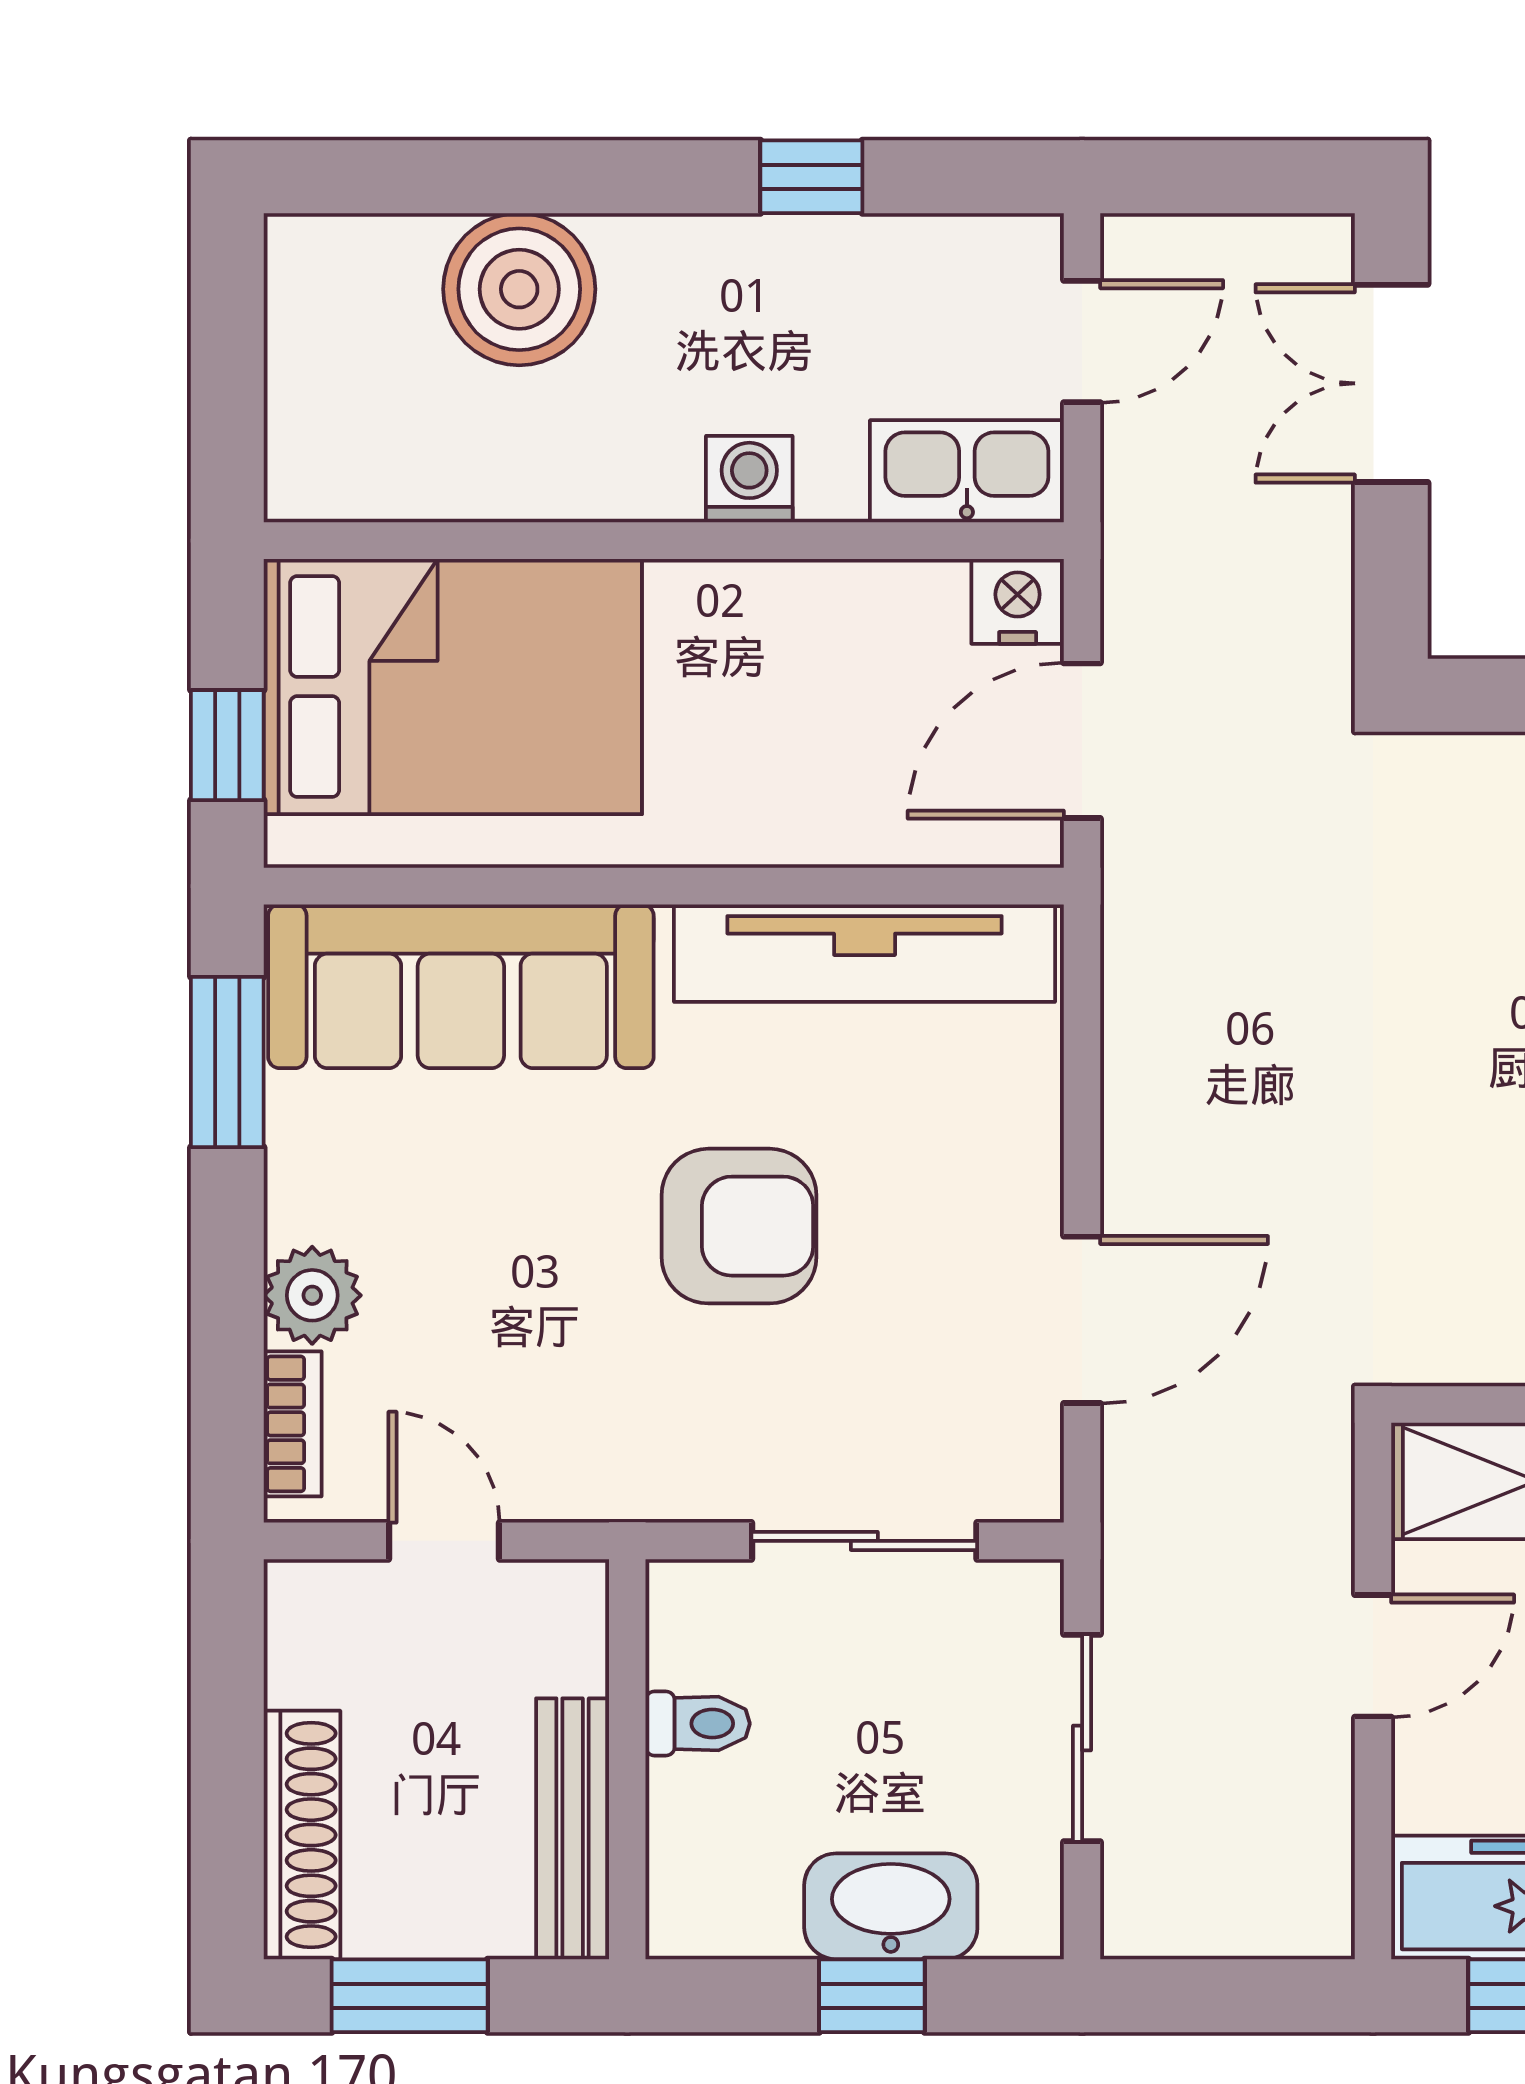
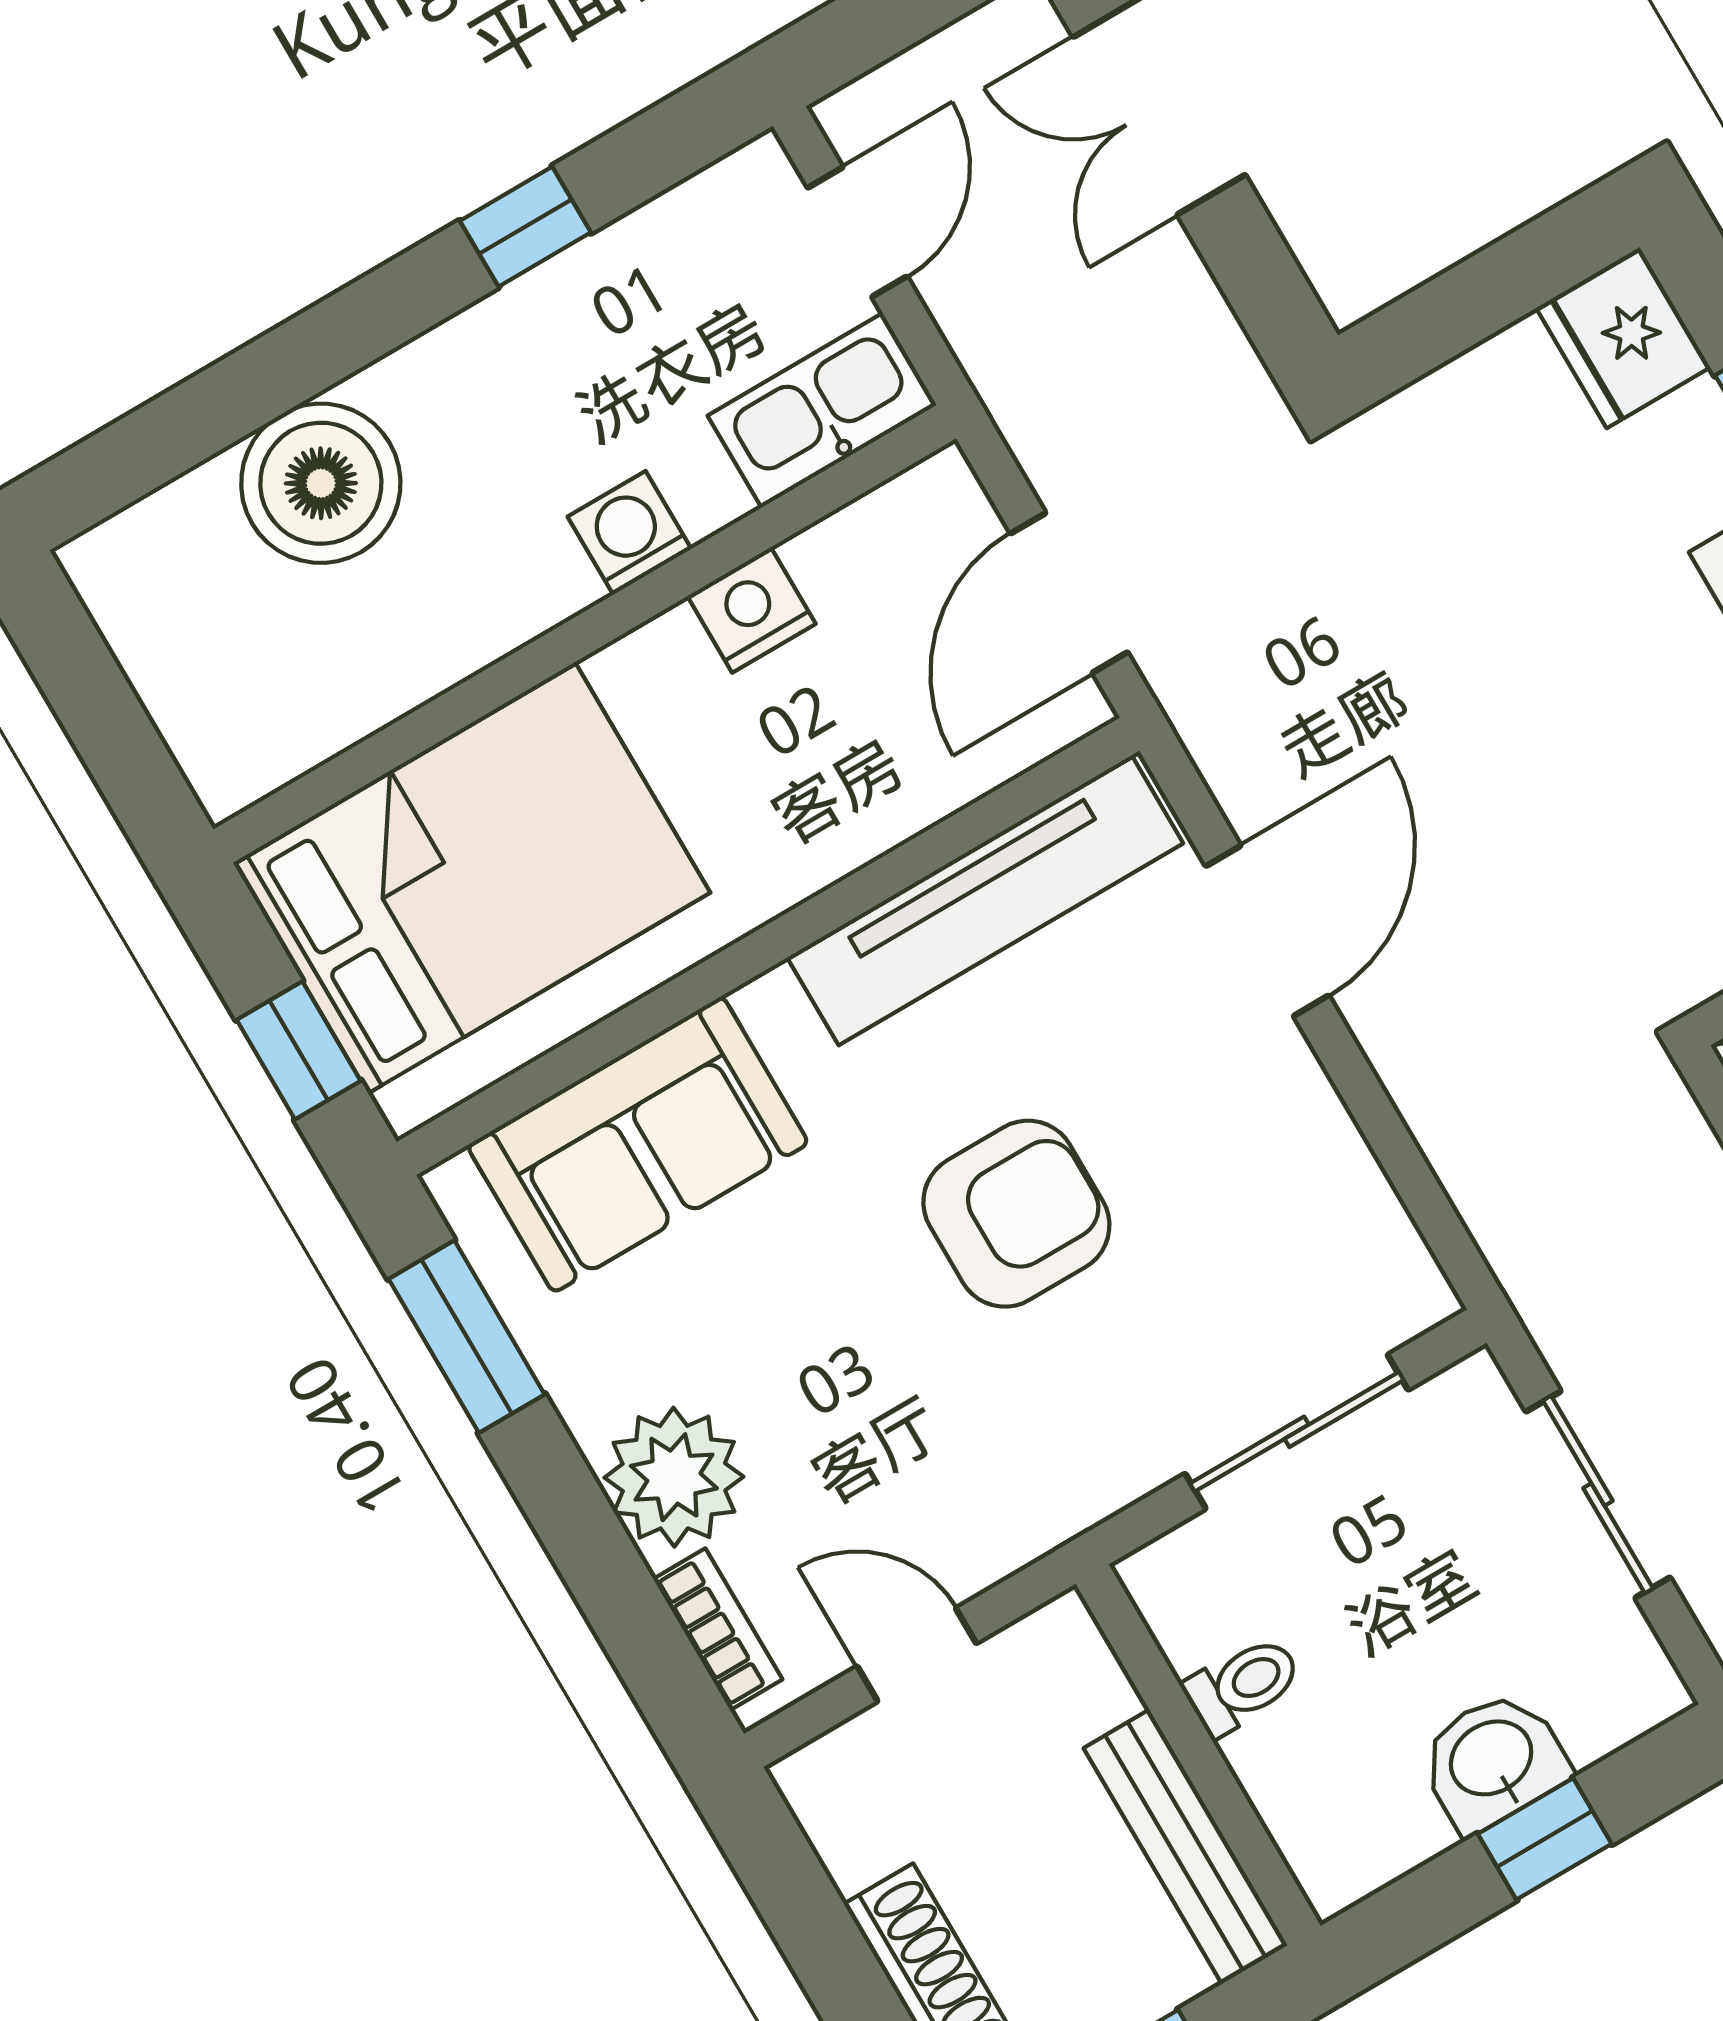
nightstand: (1018, 601) -> (751, 610), moved
sofa: (461, 986) -> (638, 1144), width x0.73
plant: (312, 1295) -> (674, 1477), width x1.36, depth x1.36
door: (1082, 1320) -> (1267, 931), moved
washbasin: (891, 1906) -> (1493, 1761), width x0.72

